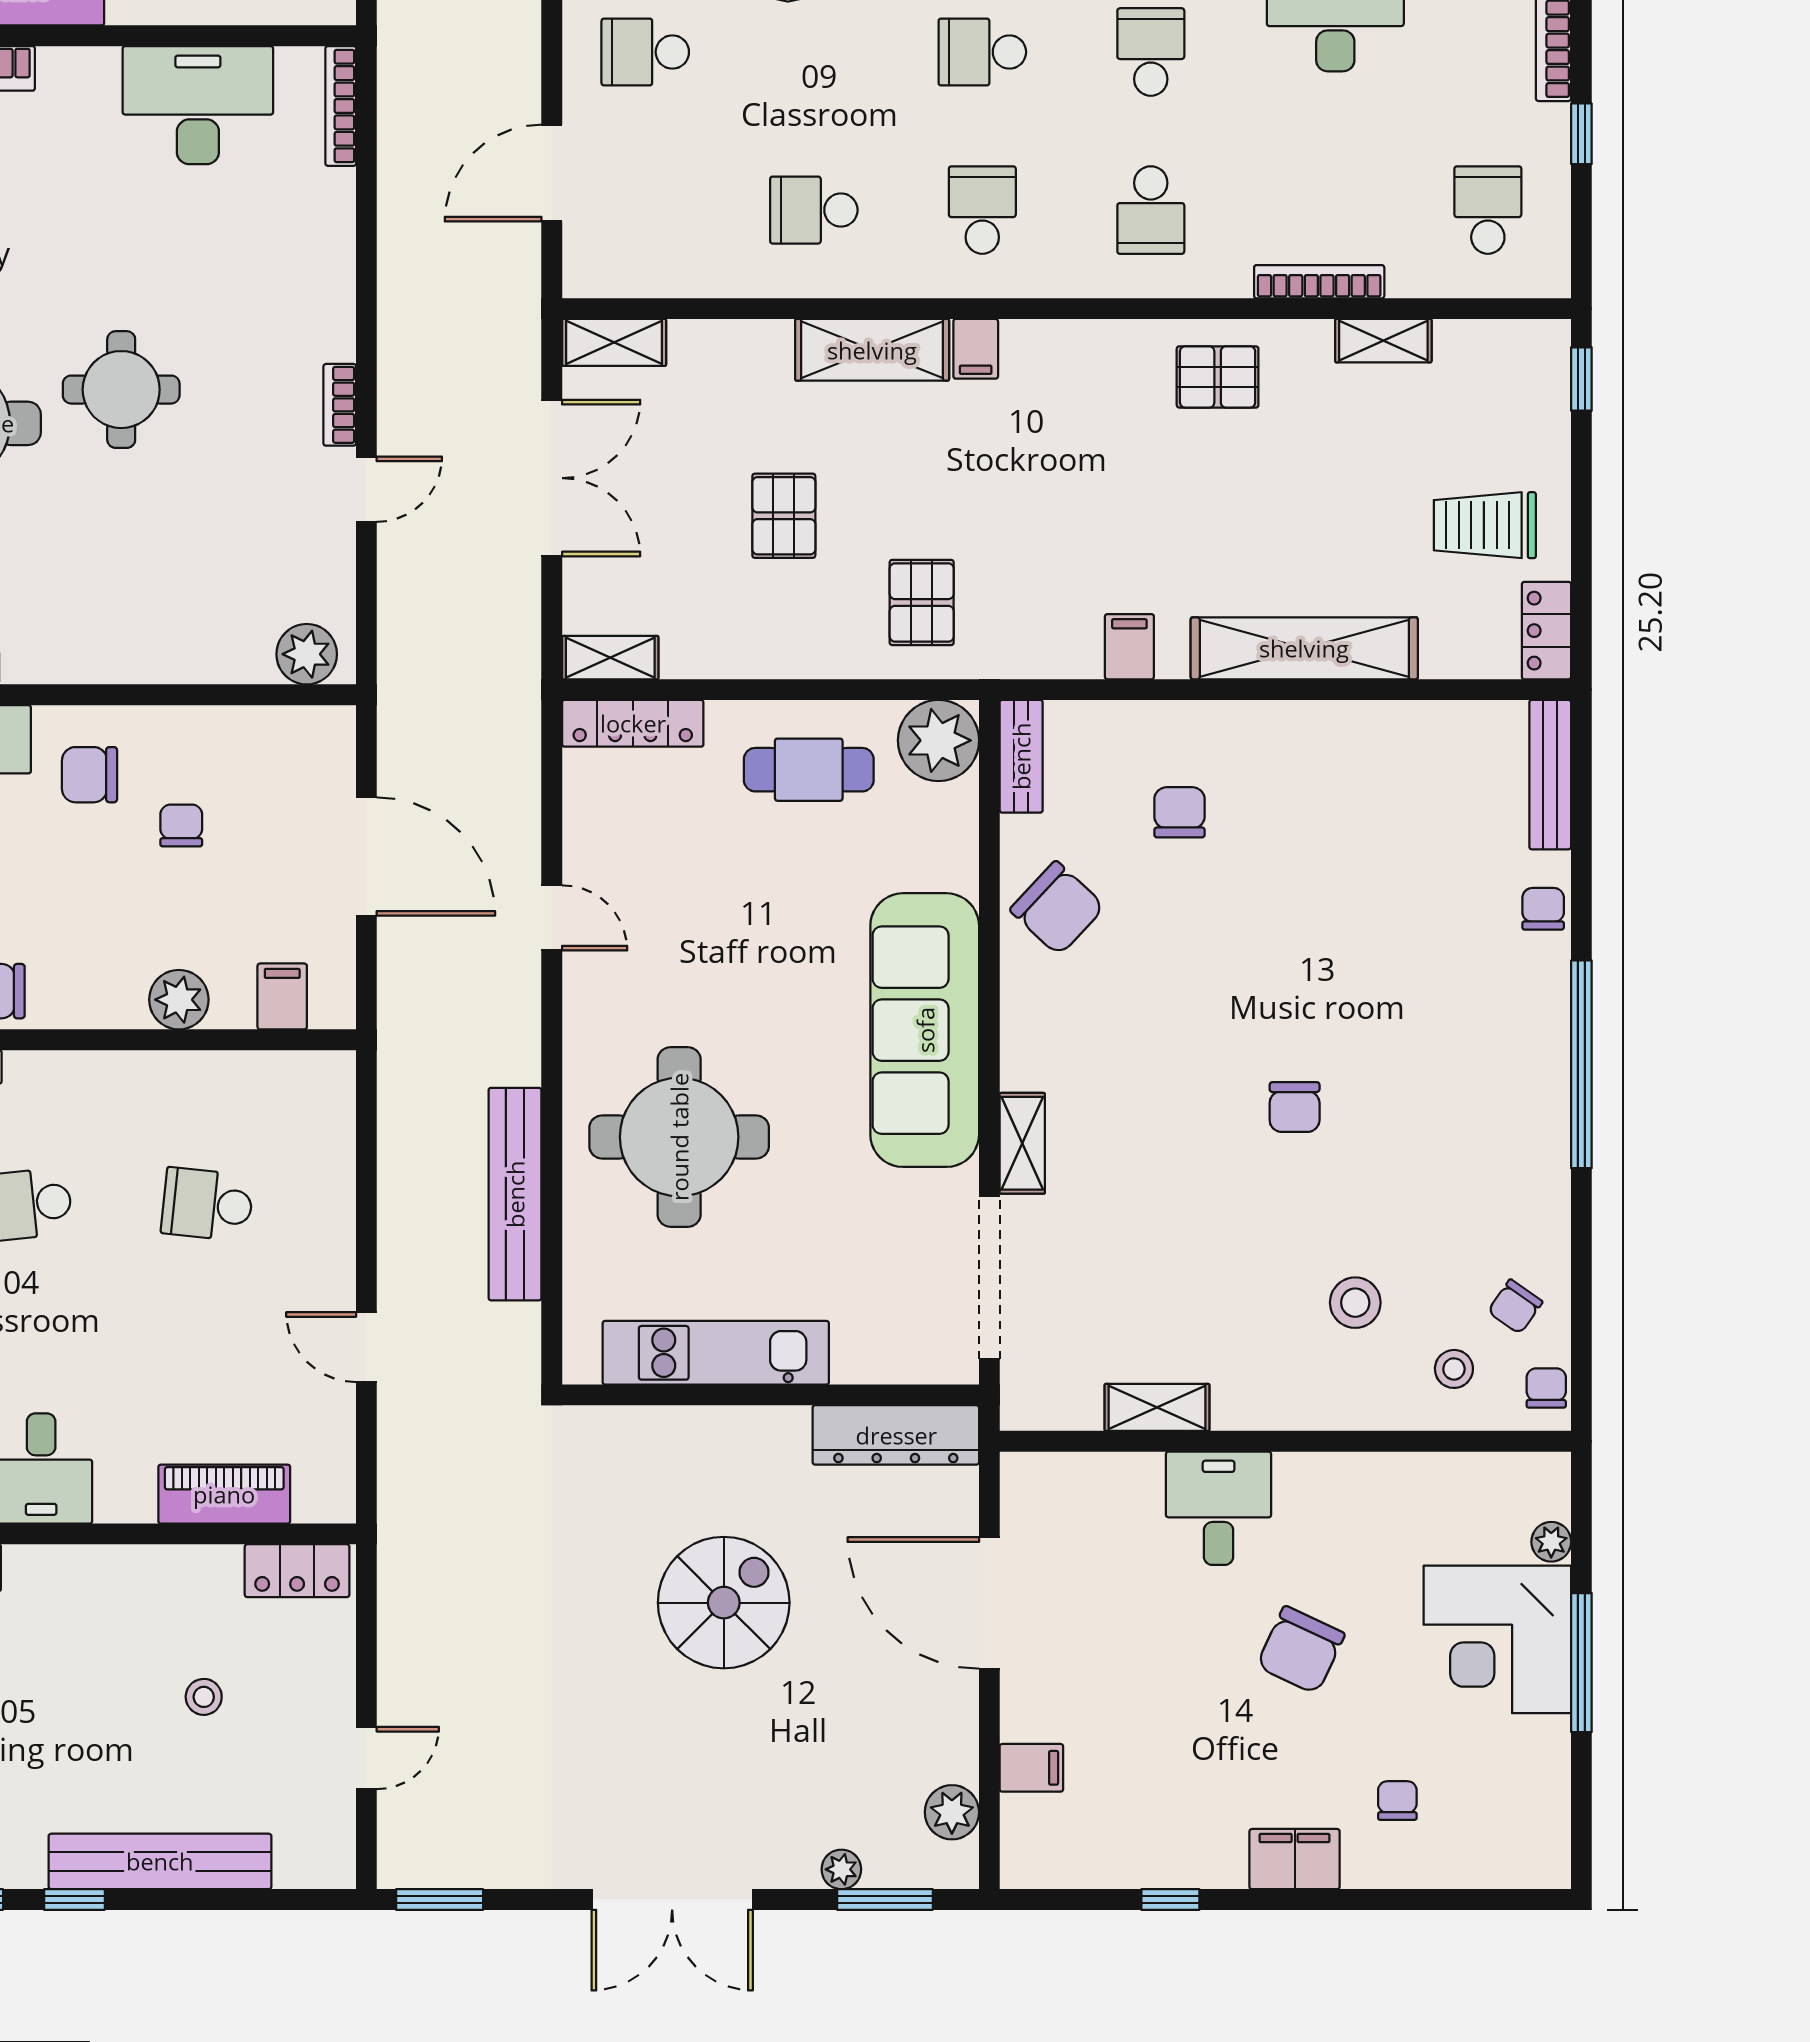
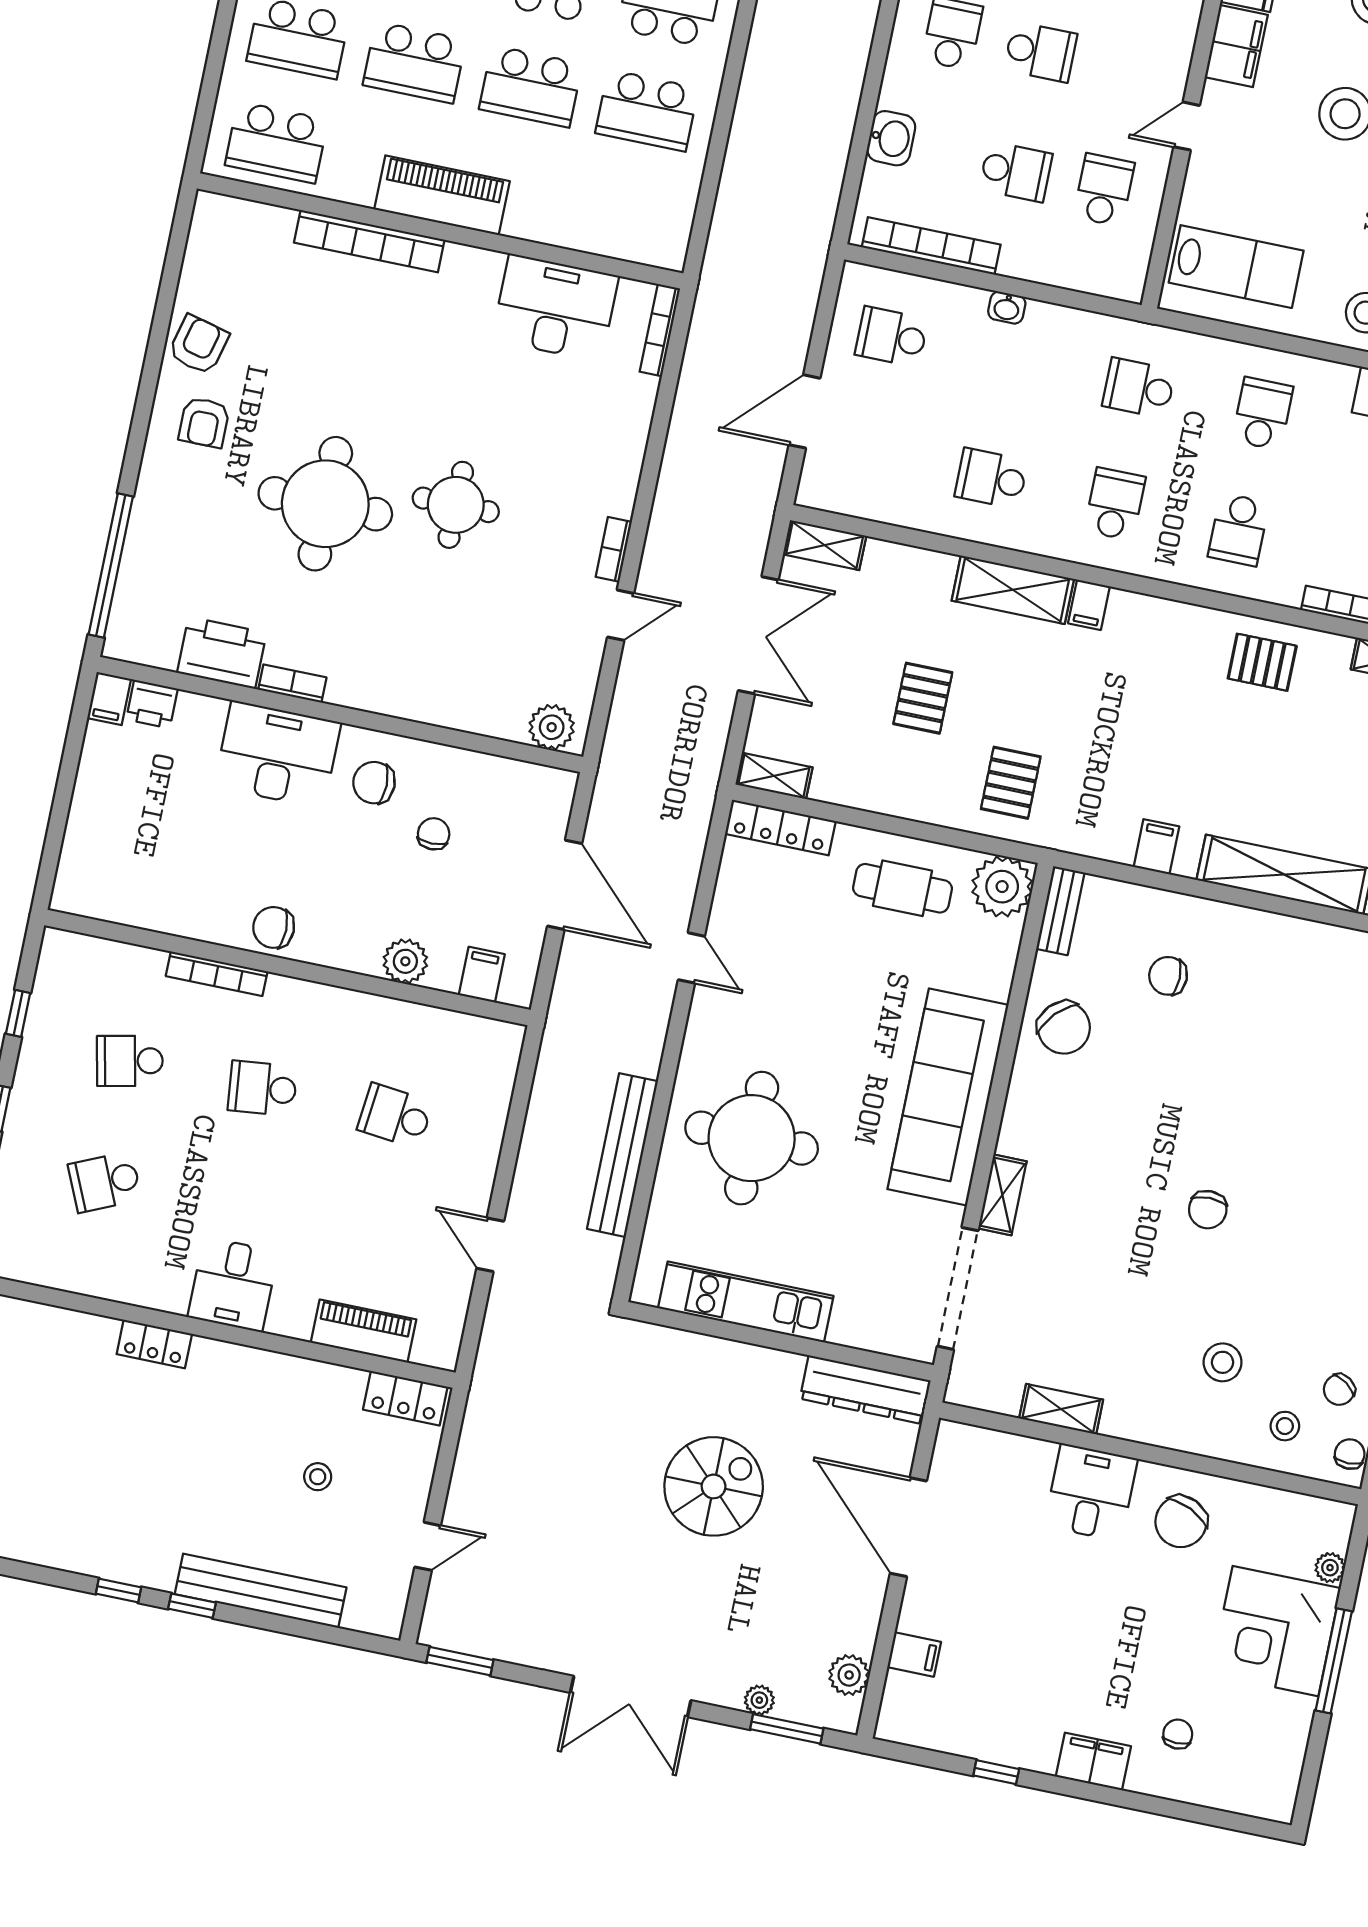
chair: (1180, 812) -> (1168, 976), turned -90
chair: (1301, 1650) -> (1181, 1522), moved

